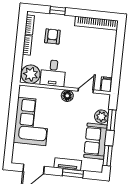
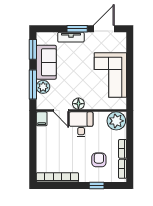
armchair: (52, 36) -> (99, 160), turned 180
desk: (53, 73) -> (81, 124), moved
door: (86, 91) -> (61, 111), hinge flipped
window: (111, 120) -> (33, 85), width x1.44
window: (73, 173) -> (77, 29), moved

